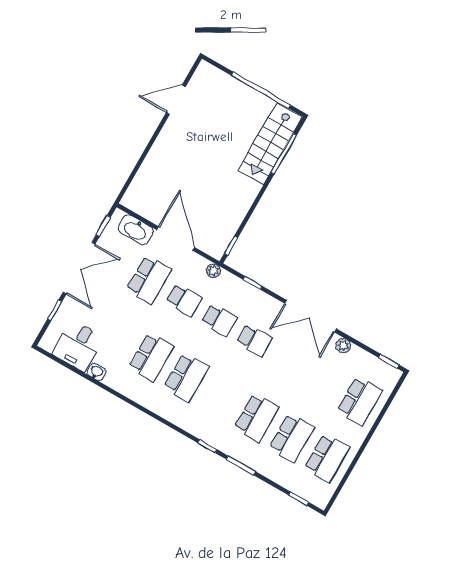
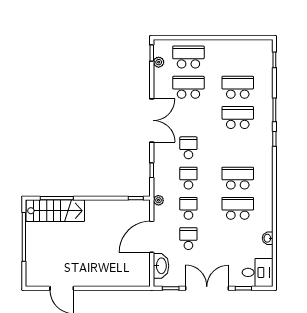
school desk: (149, 280) -> (188, 239), width x0.54
desk: (78, 346) -> (258, 272), moved
plant: (343, 346) -> (159, 62), moved
school desk: (327, 458) -> (188, 87), moved

